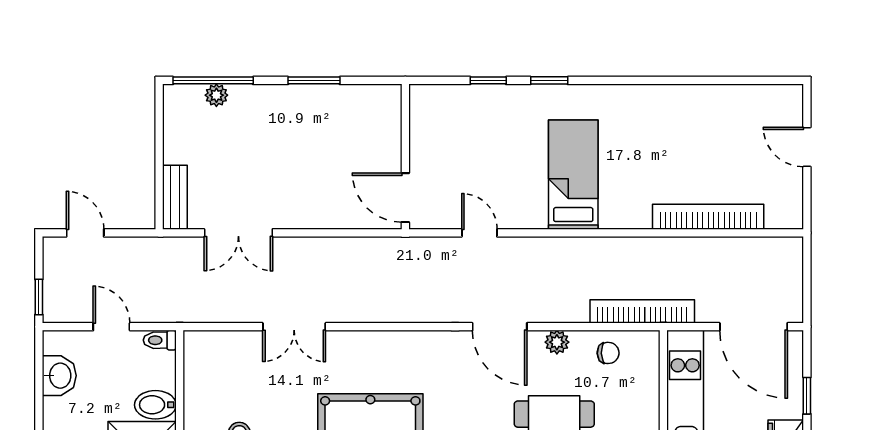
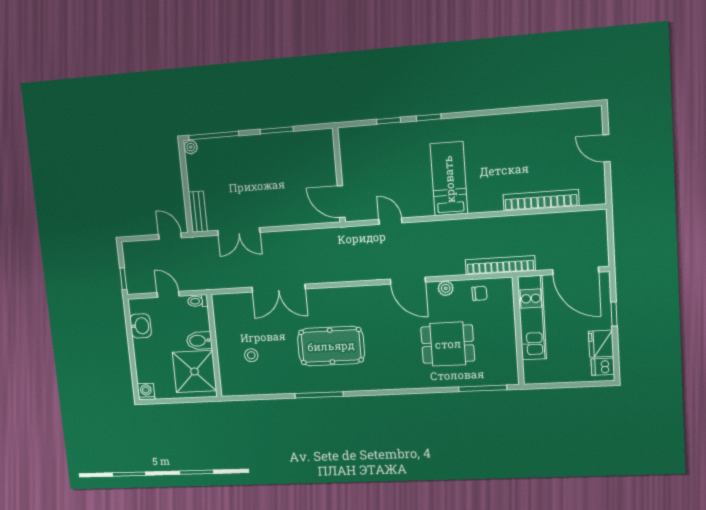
plant: (216, 95) -> (191, 147), moved
door: (85, 233) -> (170, 236), moved
double door: (294, 327) -> (279, 288), width x1.37

